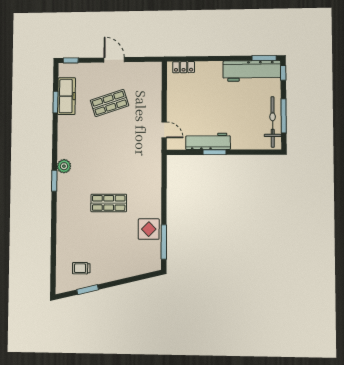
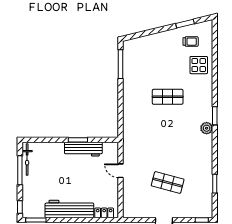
workbench: (252, 71) -> (69, 209), moved
freezer: (67, 96) -> (205, 189), removed
shop shelf: (110, 103) -> (168, 182), turned 33
bicycle: (273, 122) -> (27, 160), width x0.73, depth x0.71
door: (164, 130) -> (121, 171), moved
display table: (149, 229) -> (199, 65), moved

